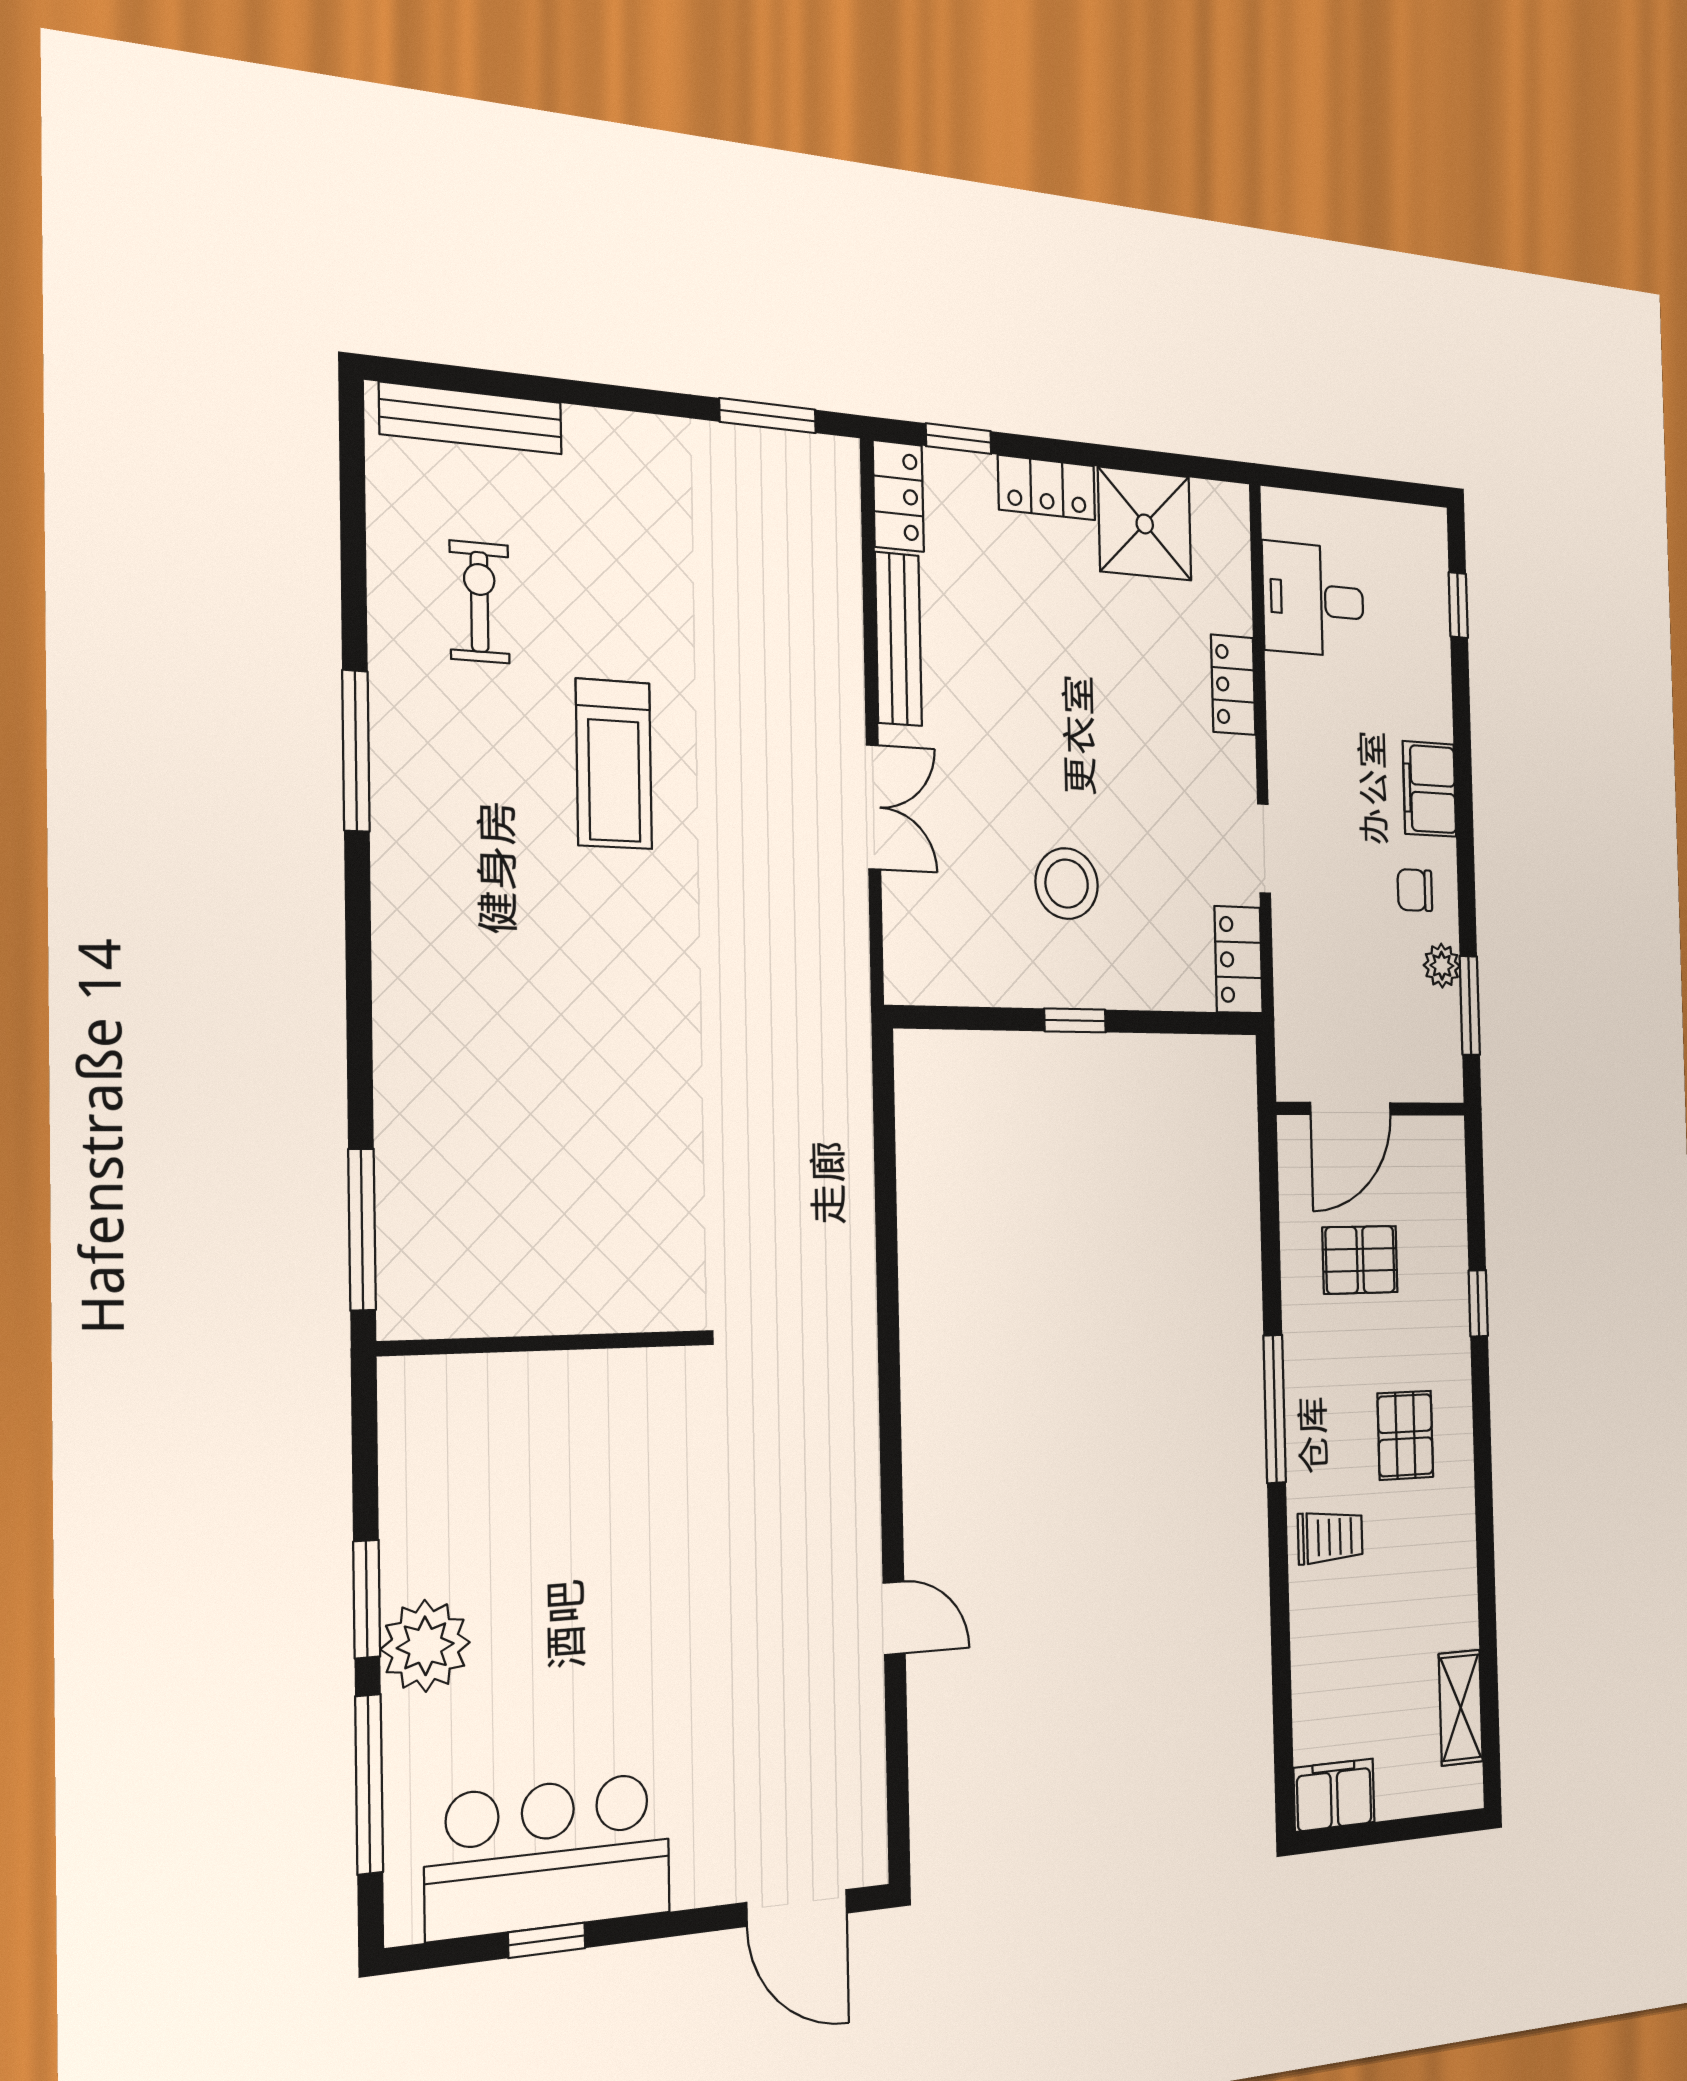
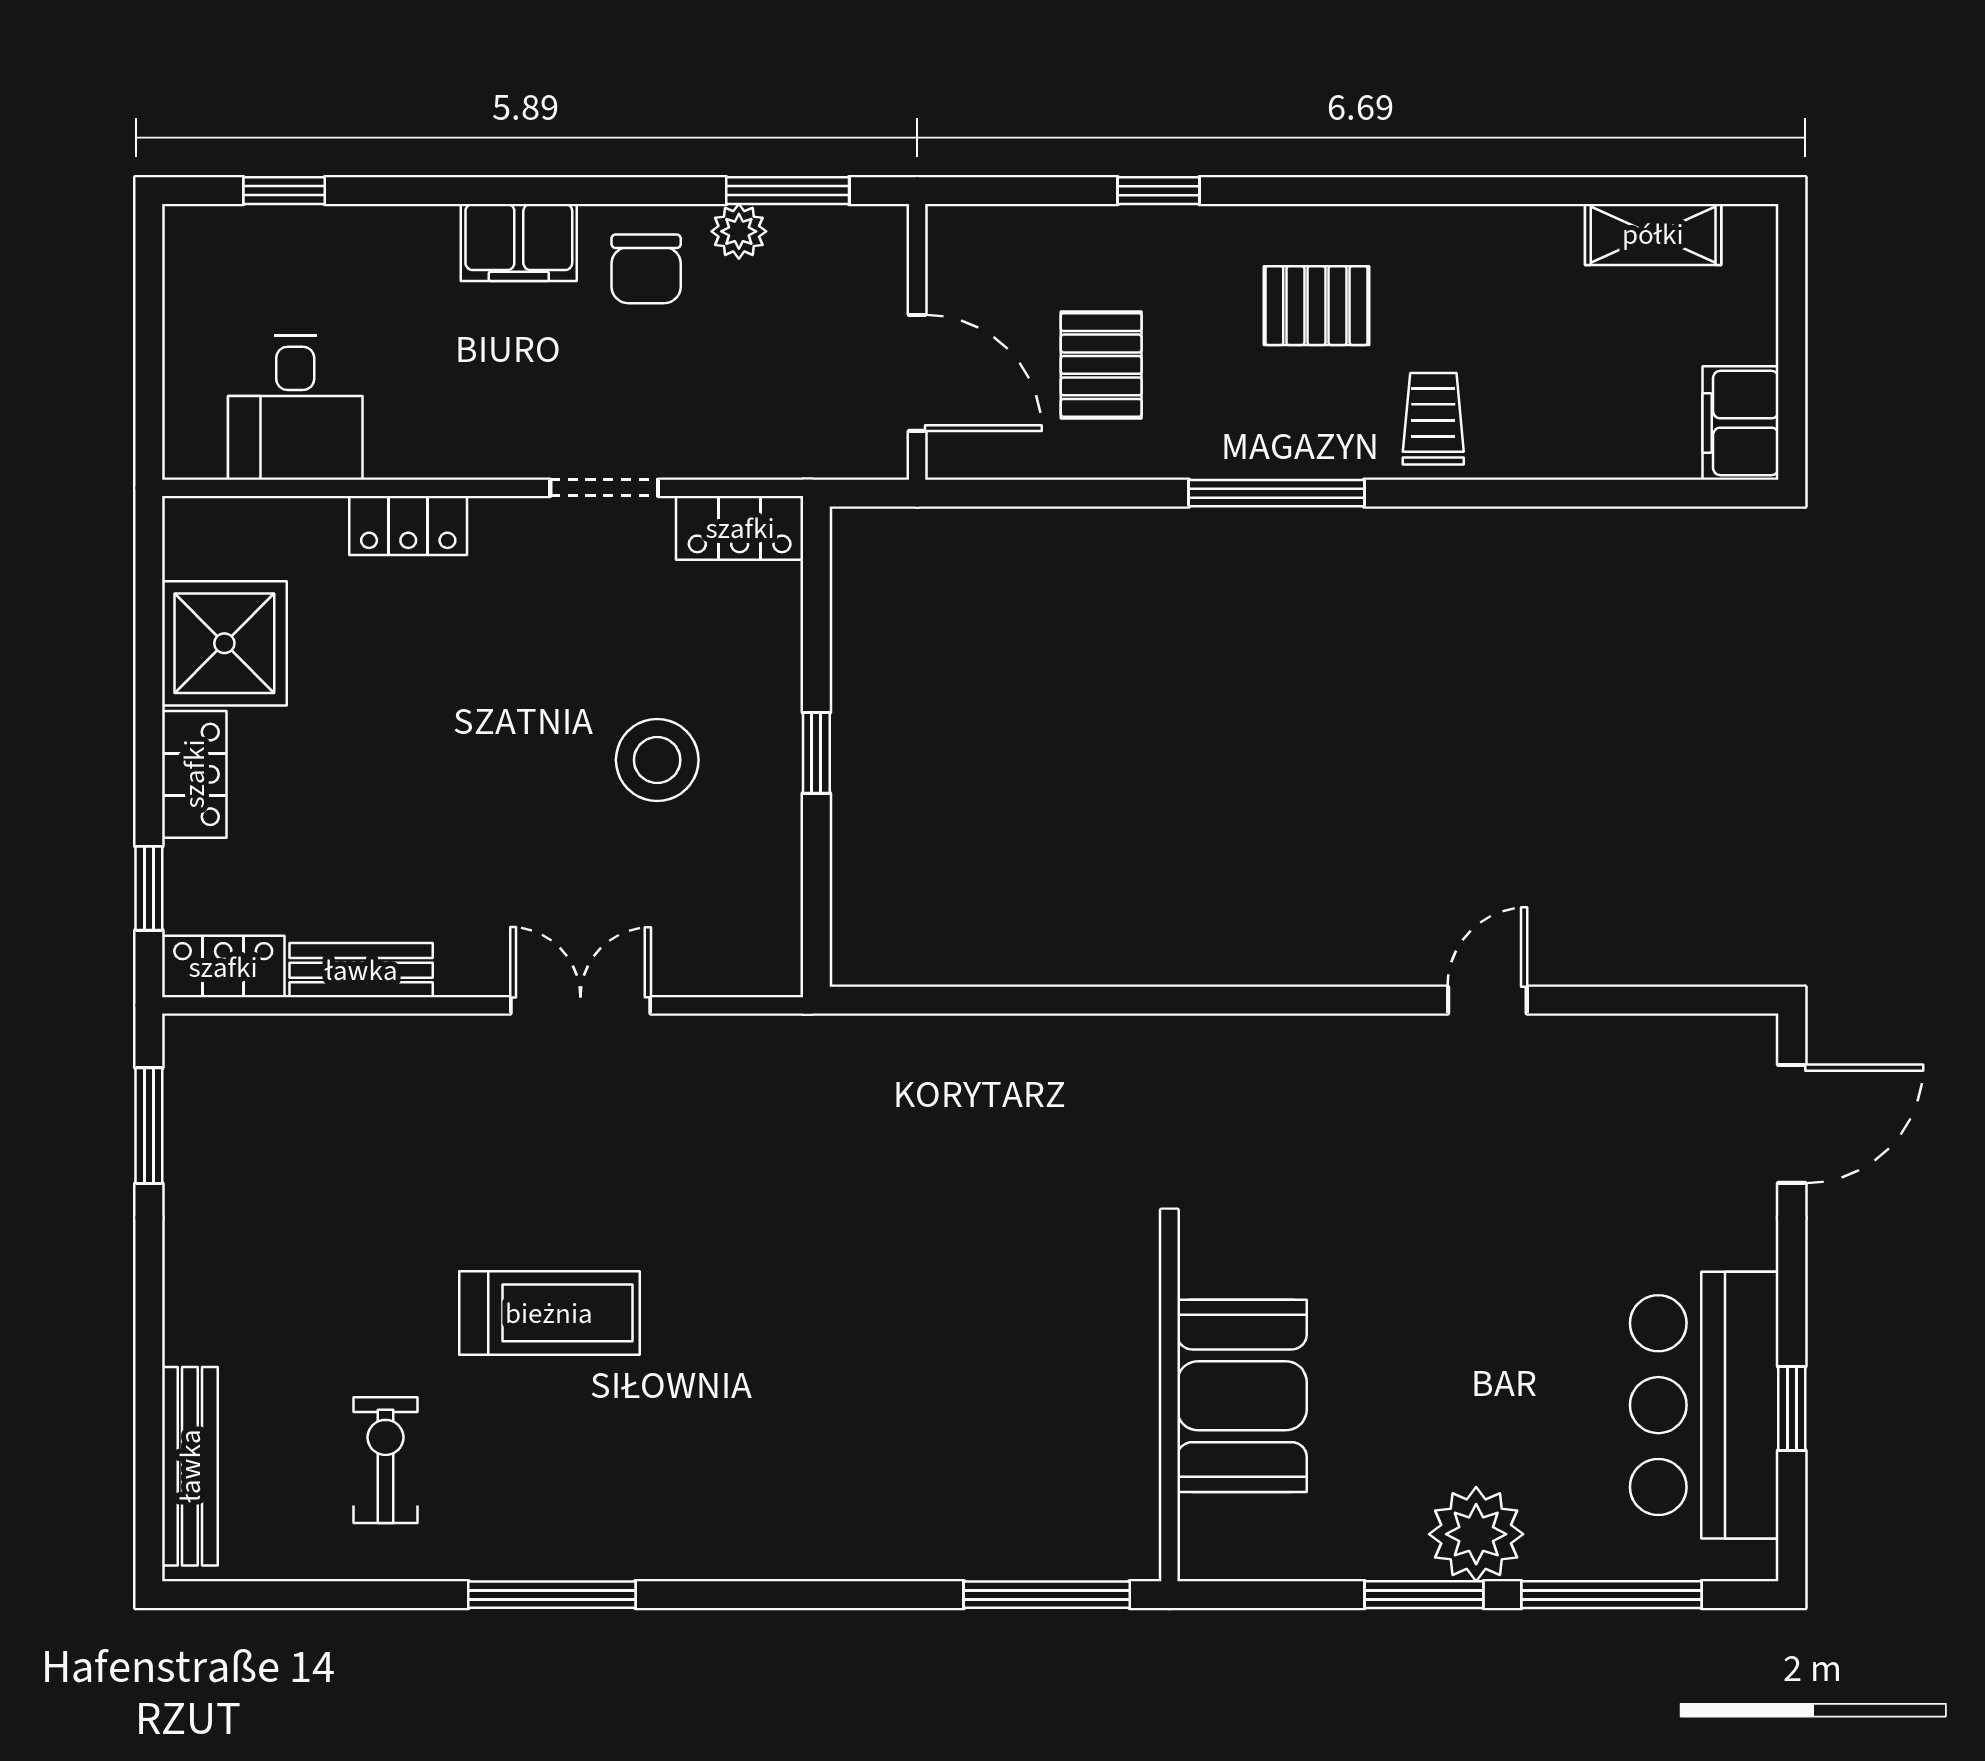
exercise bike: (480, 602) -> (386, 1460), turned 90
bench: (898, 639) -> (361, 970), width x0.73
chair: (1415, 890) -> (646, 269), width x1.37, depth x1.37
booth: (550, 1412) -> (1242, 1396), added

